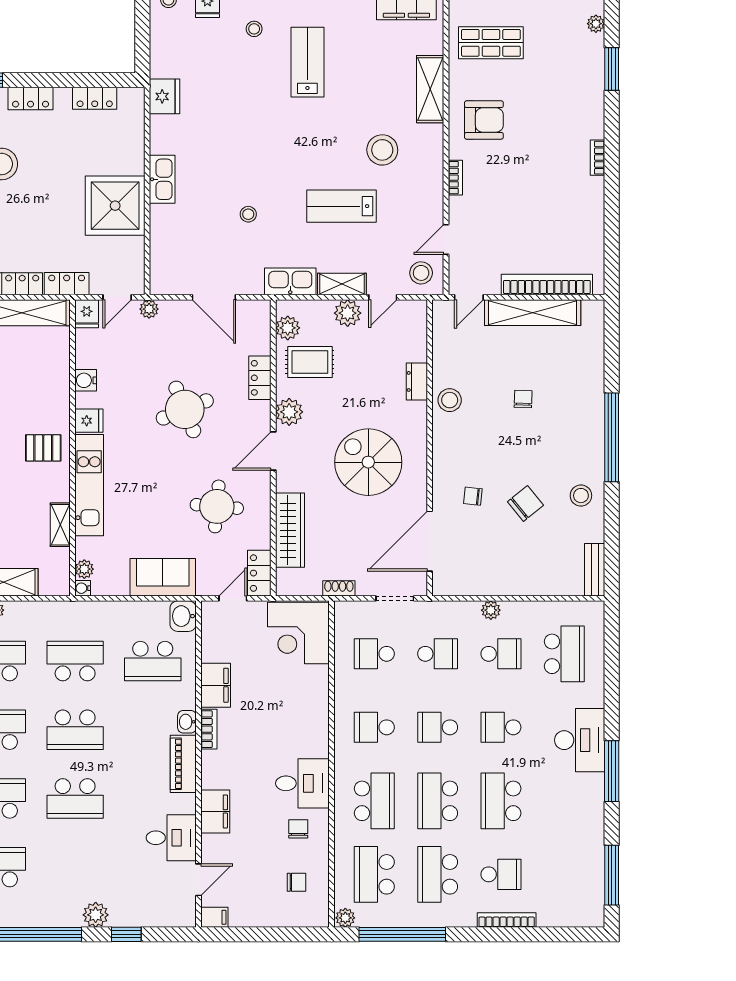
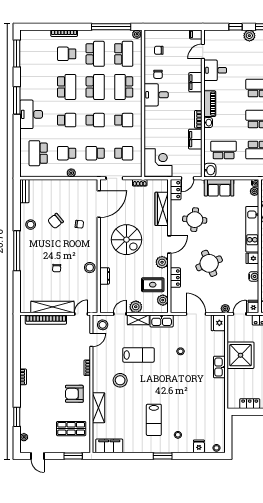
fridge: (165, 96) -> (218, 323), moved

